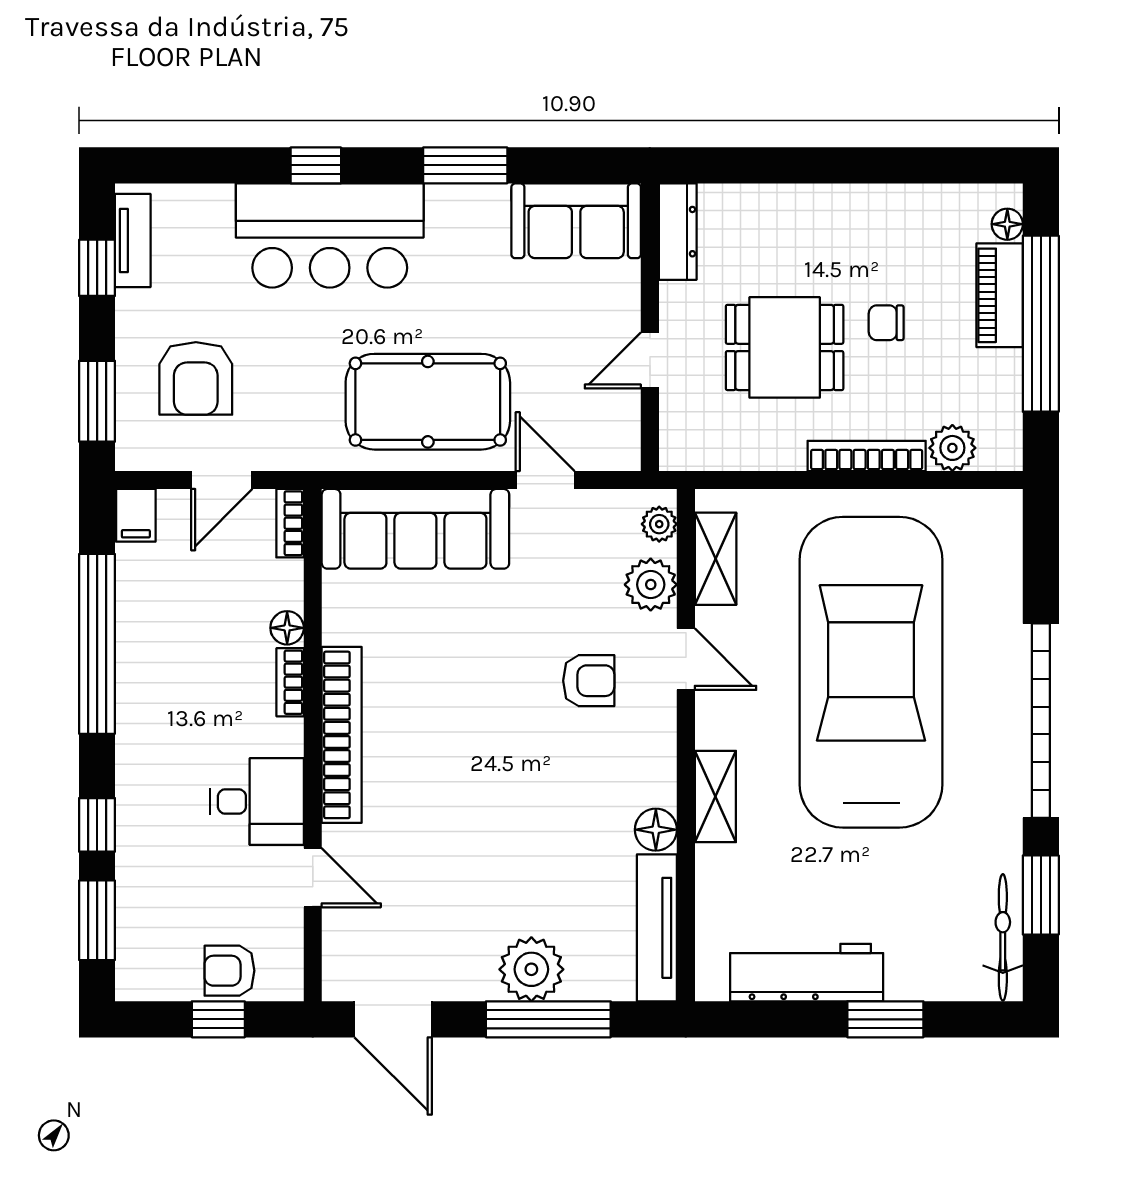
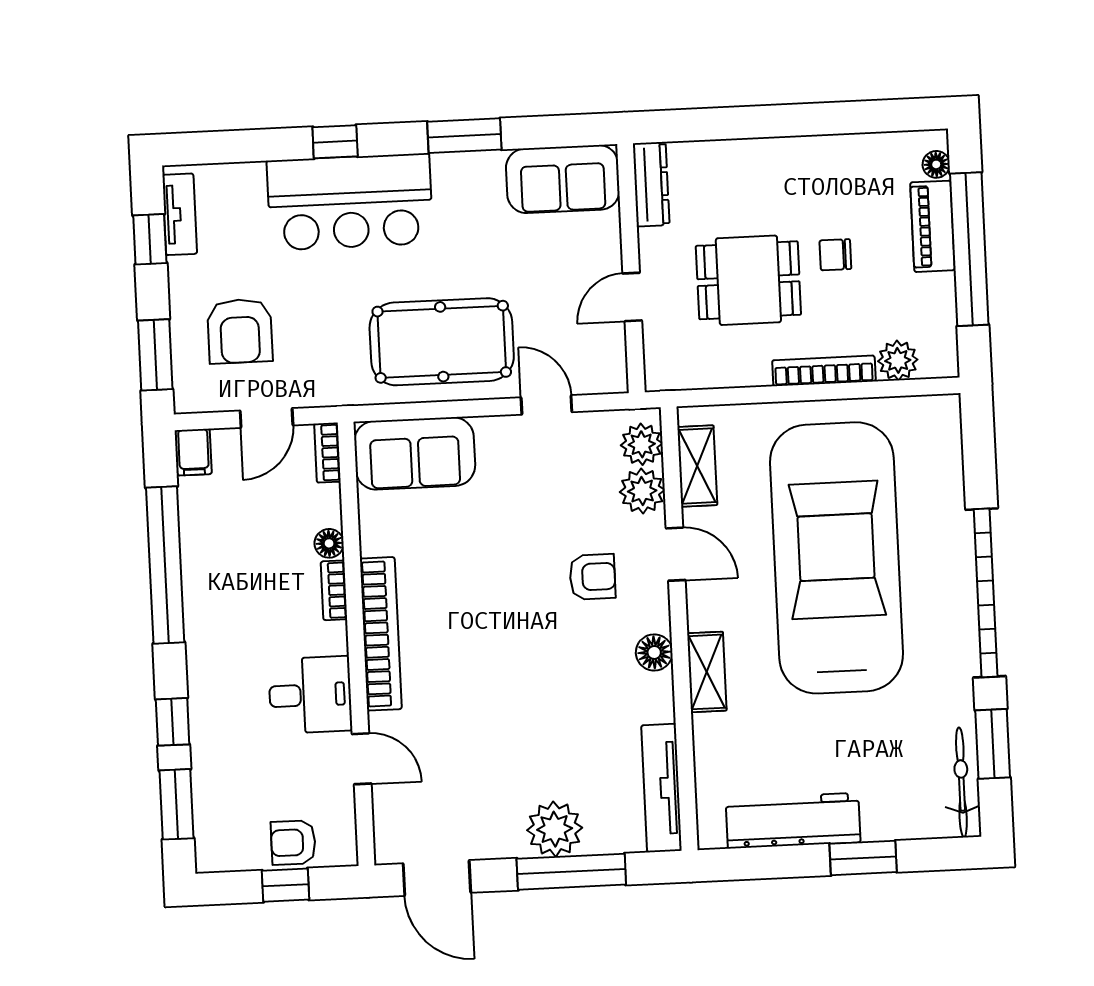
plant: (659, 524) -> (642, 444), width x1.38, depth x1.38
sofa: (415, 529) -> (415, 453), width x0.73
floor lamp: (656, 830) -> (654, 652), moved

